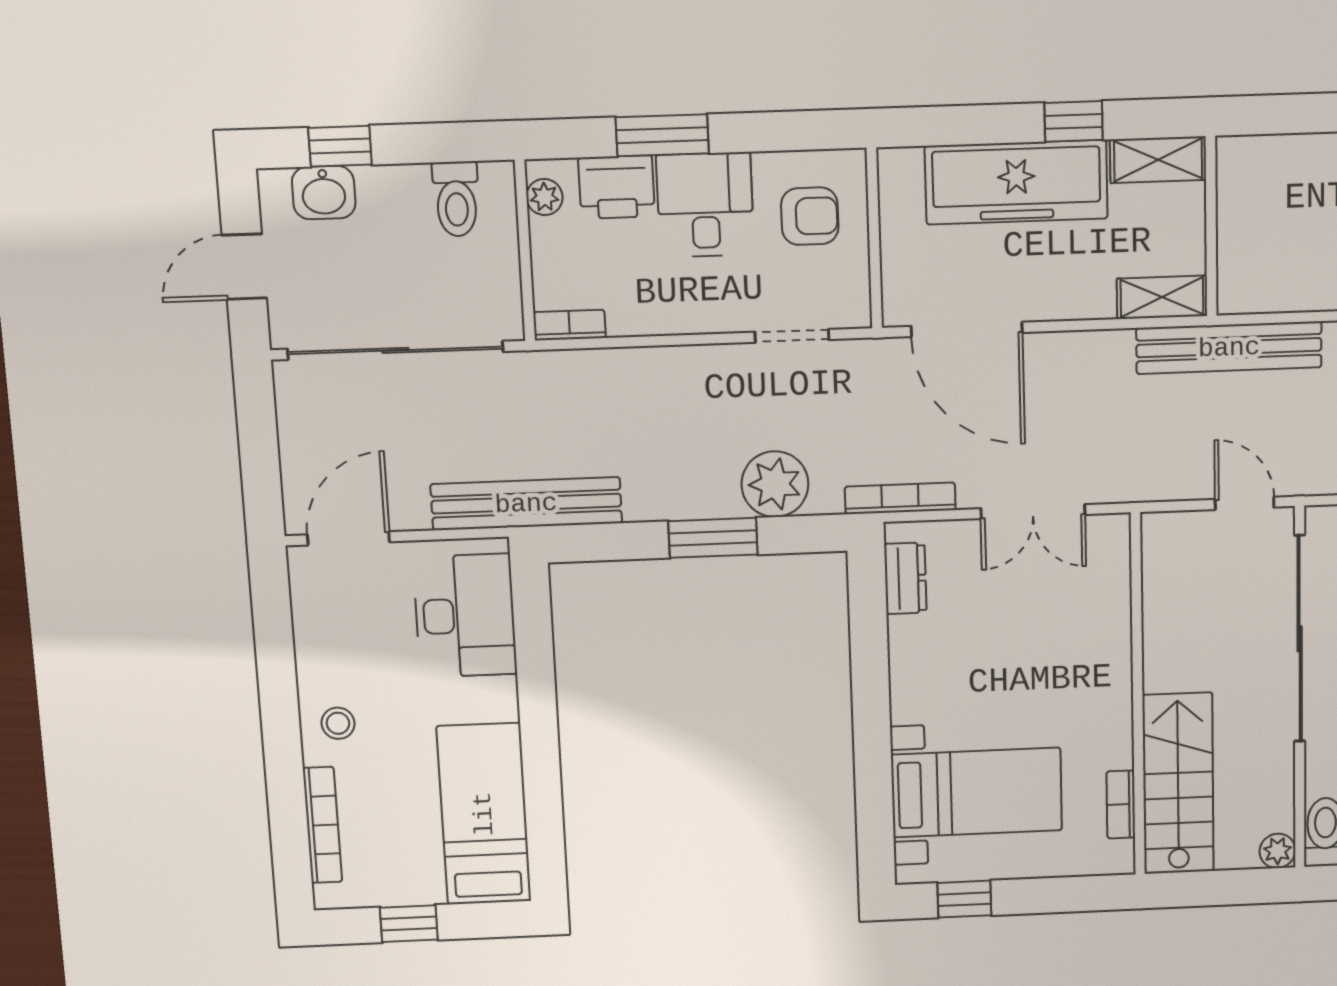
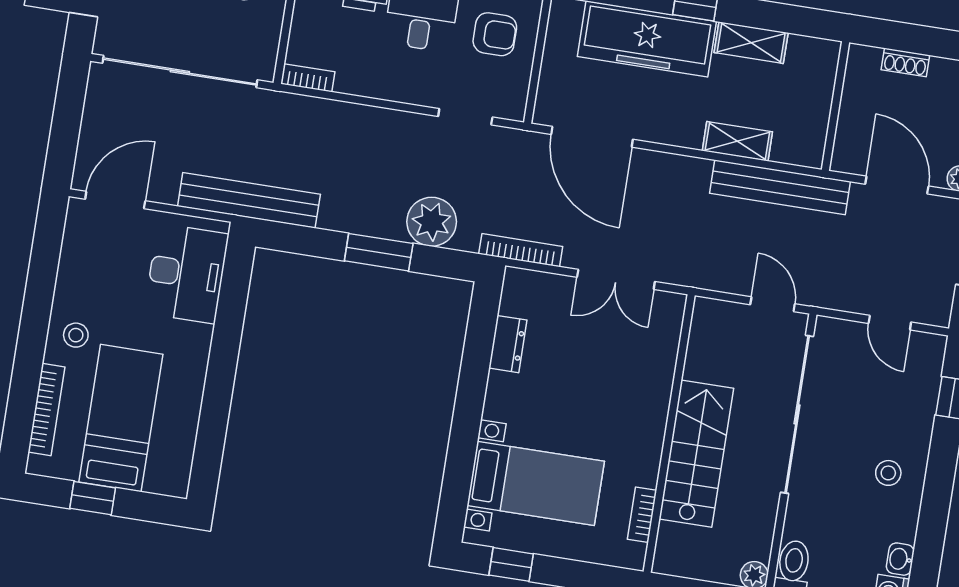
wall: (1211, 226) -> (835, 106), moved
dresser: (905, 578) -> (508, 344), moved
stairs: (1178, 783) -> (696, 454), moved
bed: (484, 814) -> (121, 418), moved

